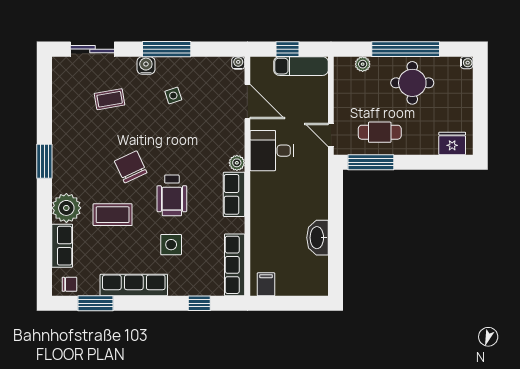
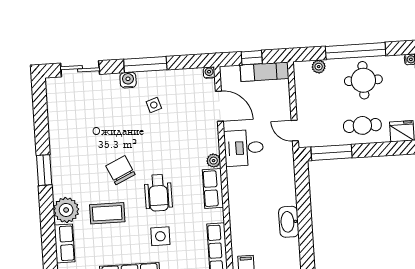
coffee table: (110, 99) -> (98, 112), removed
cafe table: (380, 132) -> (362, 125), moved

